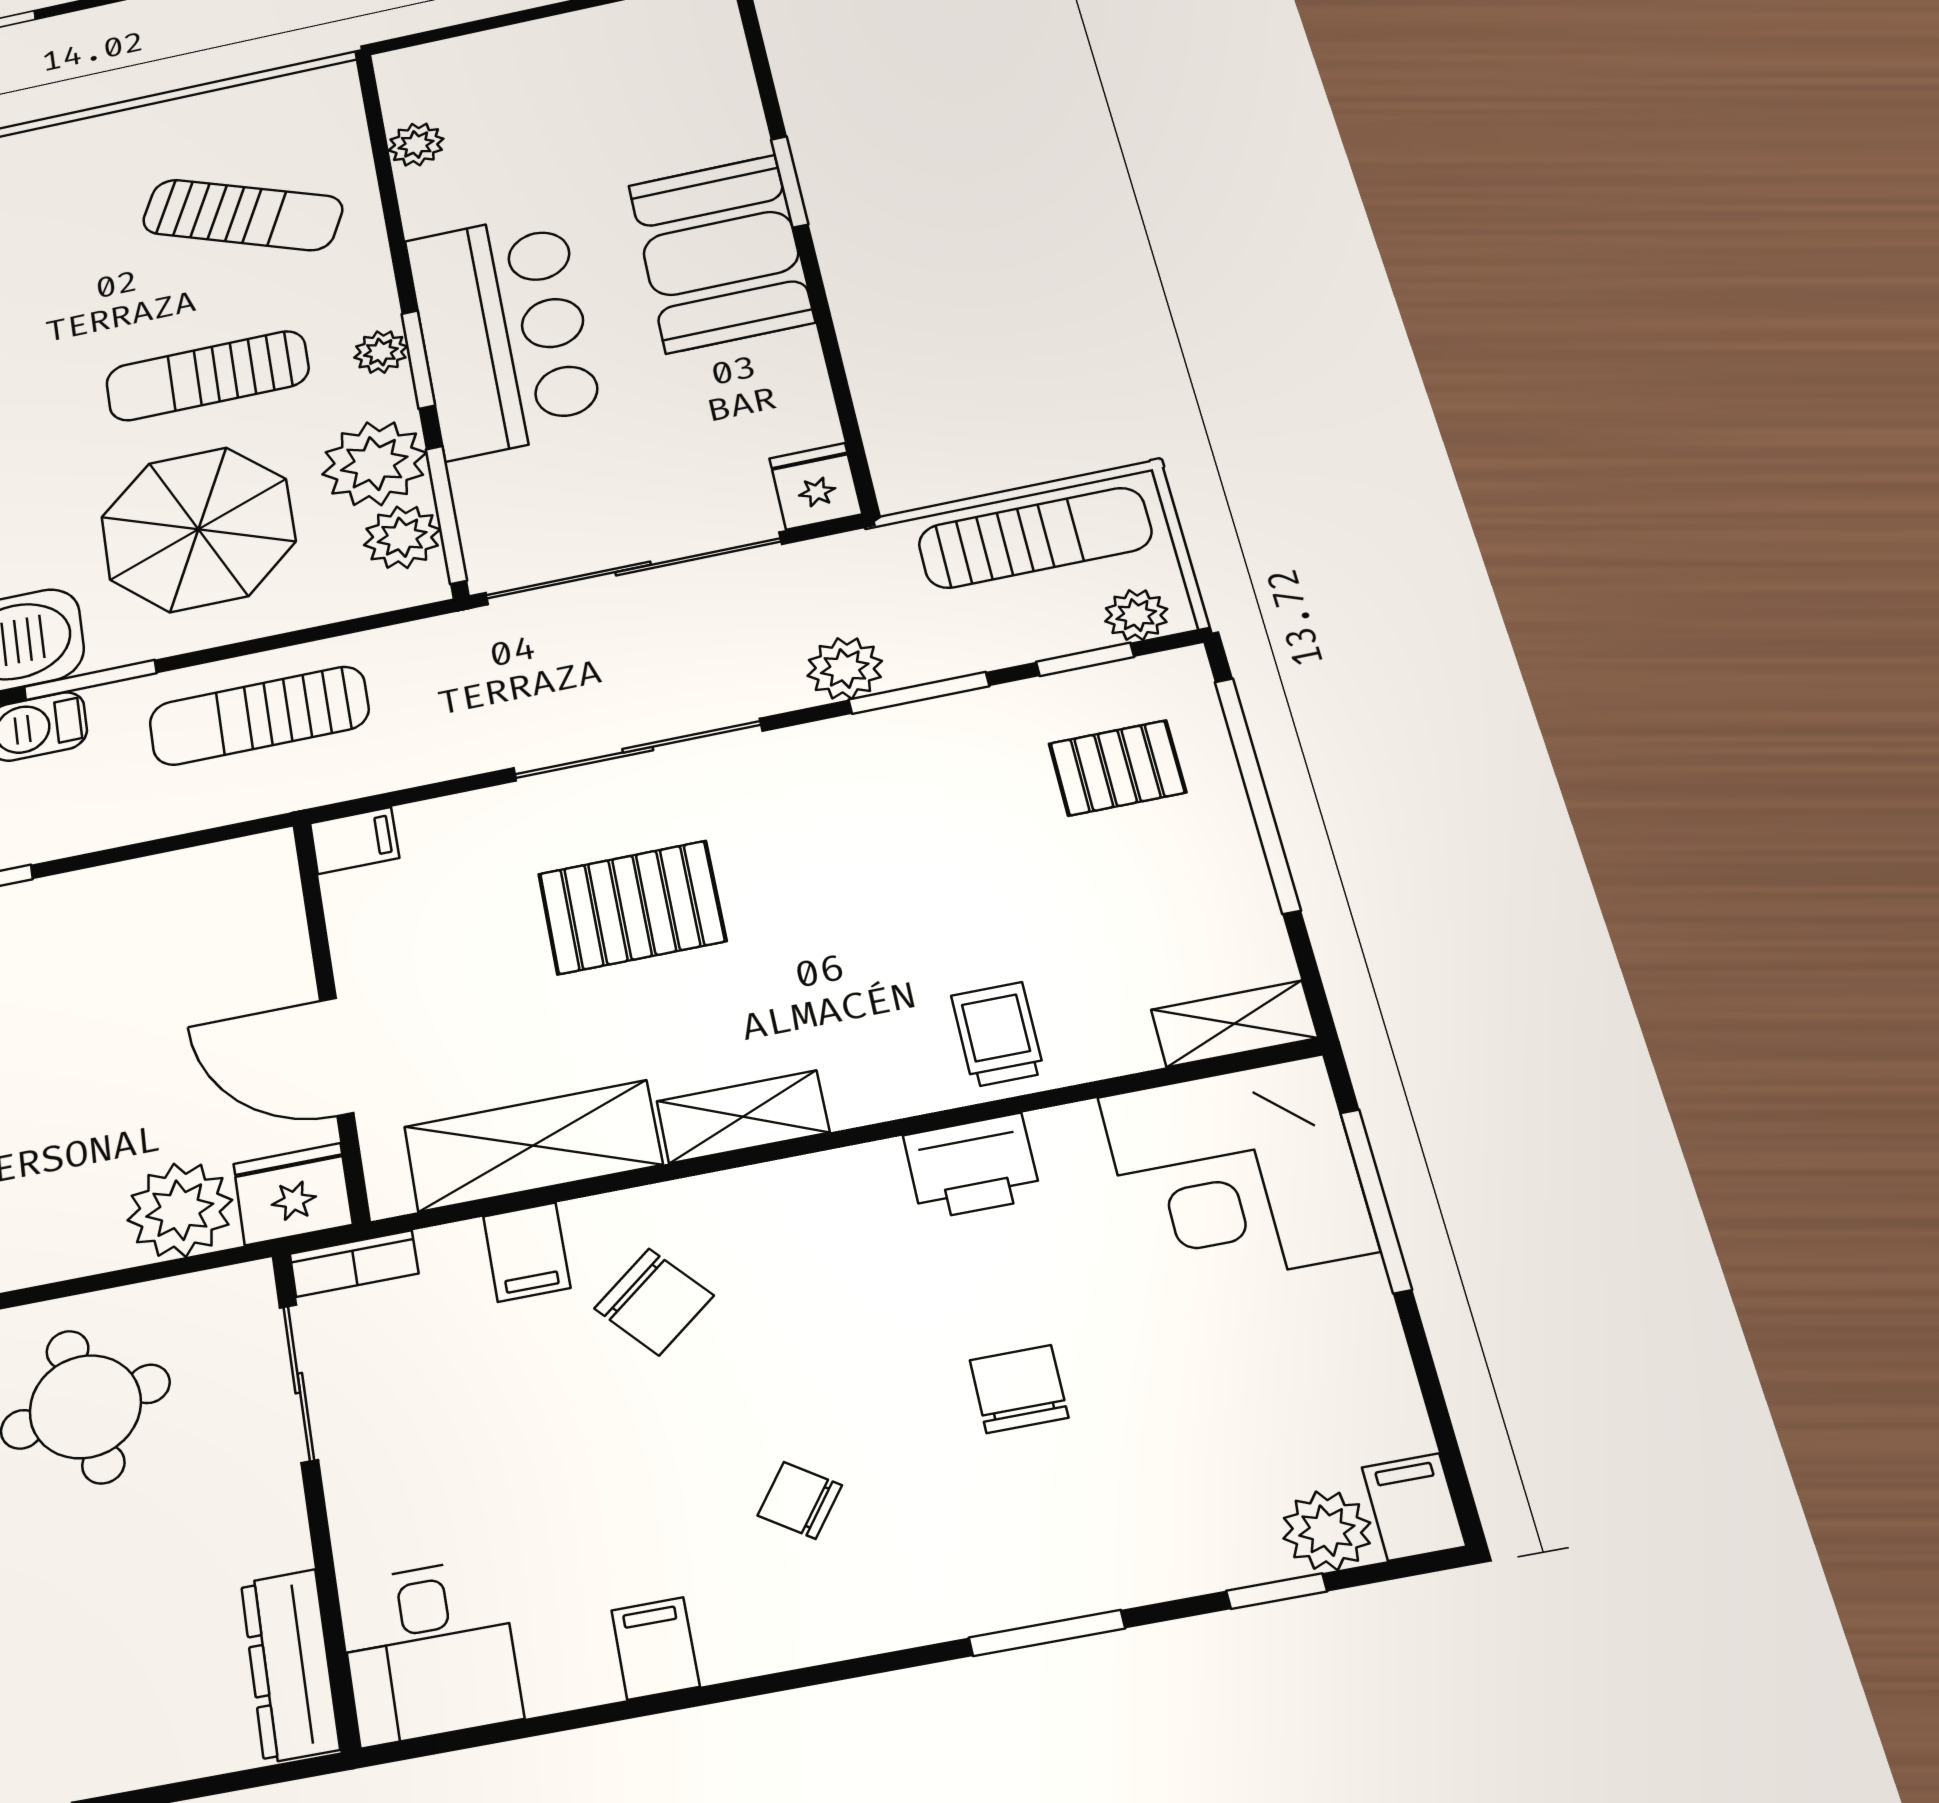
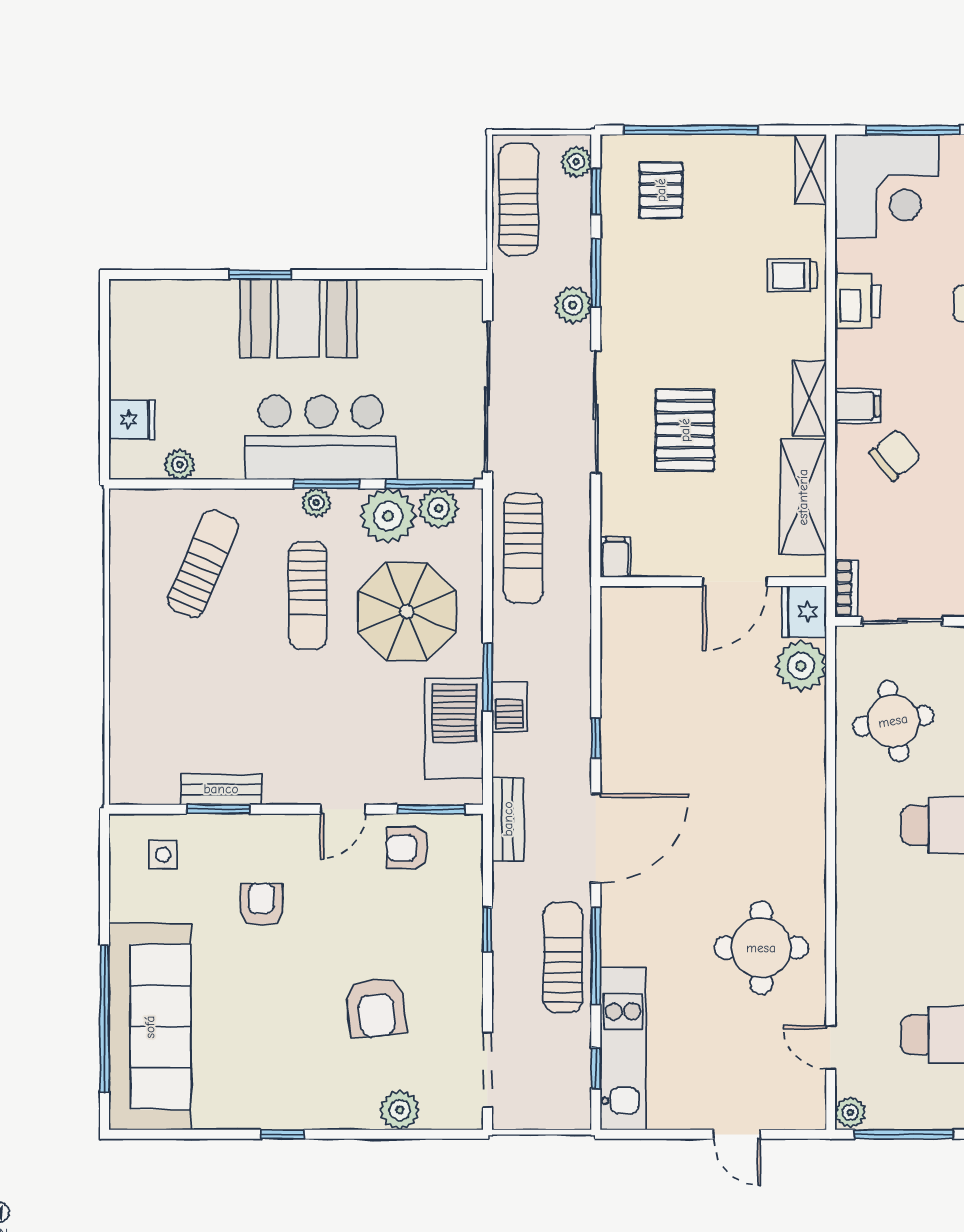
fridge: (816, 486) -> (132, 420), moved, turned 180
sun lounger: (259, 716) -> (523, 548), moved
filing cabinet: (527, 1252) -> (858, 406), moved

